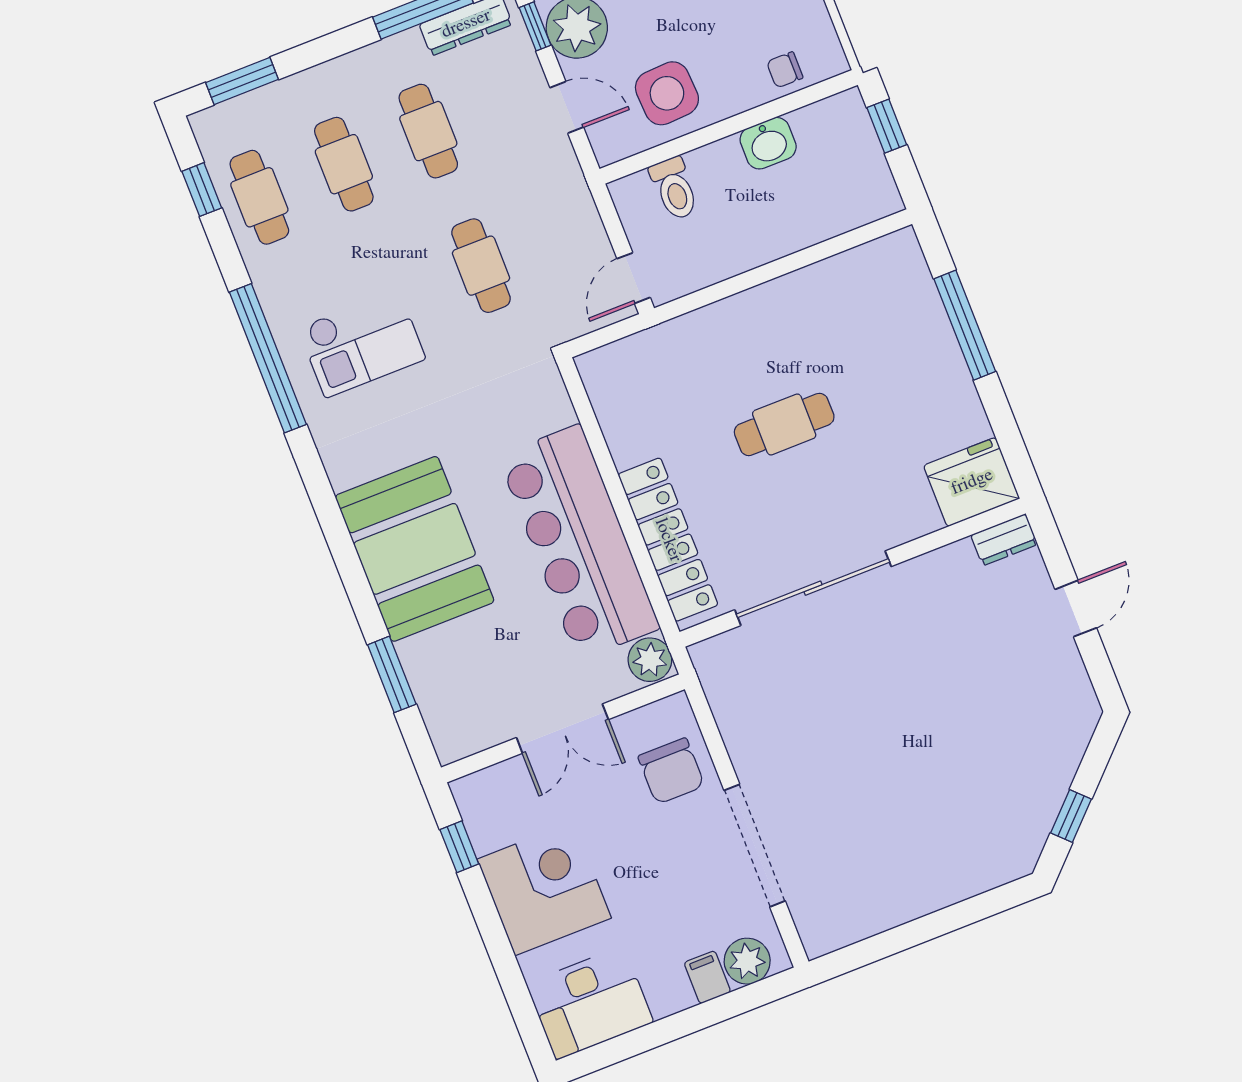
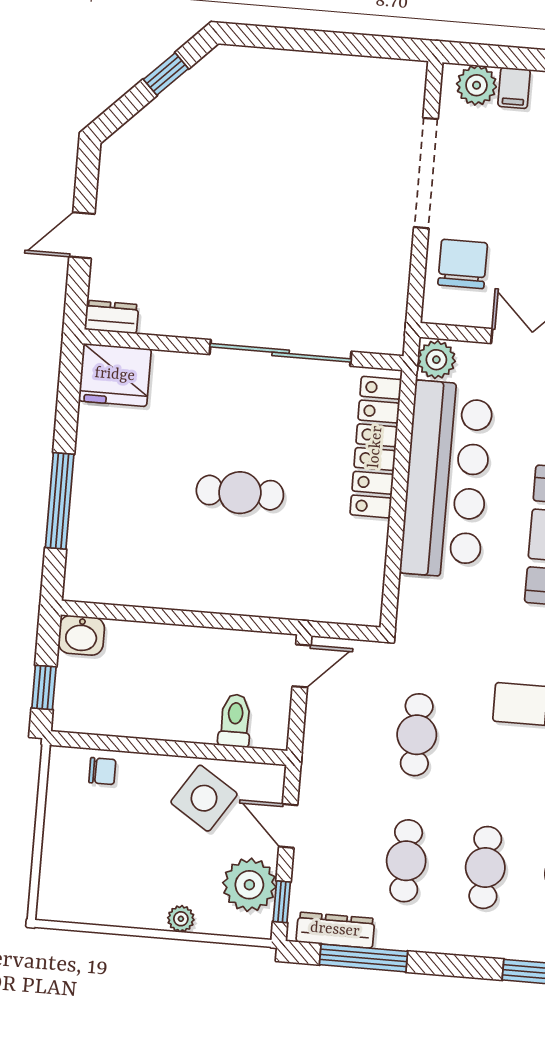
side table: (667, 93) -> (204, 798), turned 36
washbasin: (768, 143) -> (81, 635), moved, turned 180

